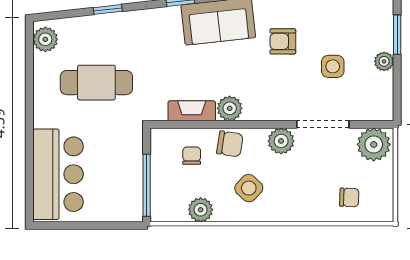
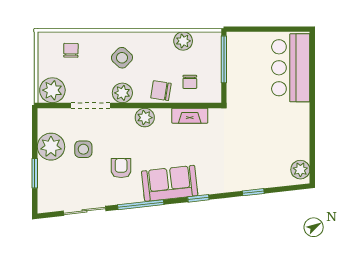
armchair: (283, 41) -> (121, 168), turned -90
plant: (384, 61) -> (51, 147), width x1.88, depth x1.88
cafe table: (96, 83) -> (262, 137), removed
plant: (230, 108) -> (145, 118), moved
side table: (249, 188) -> (122, 58), moved
chair: (349, 197) -> (71, 50), turned 89

